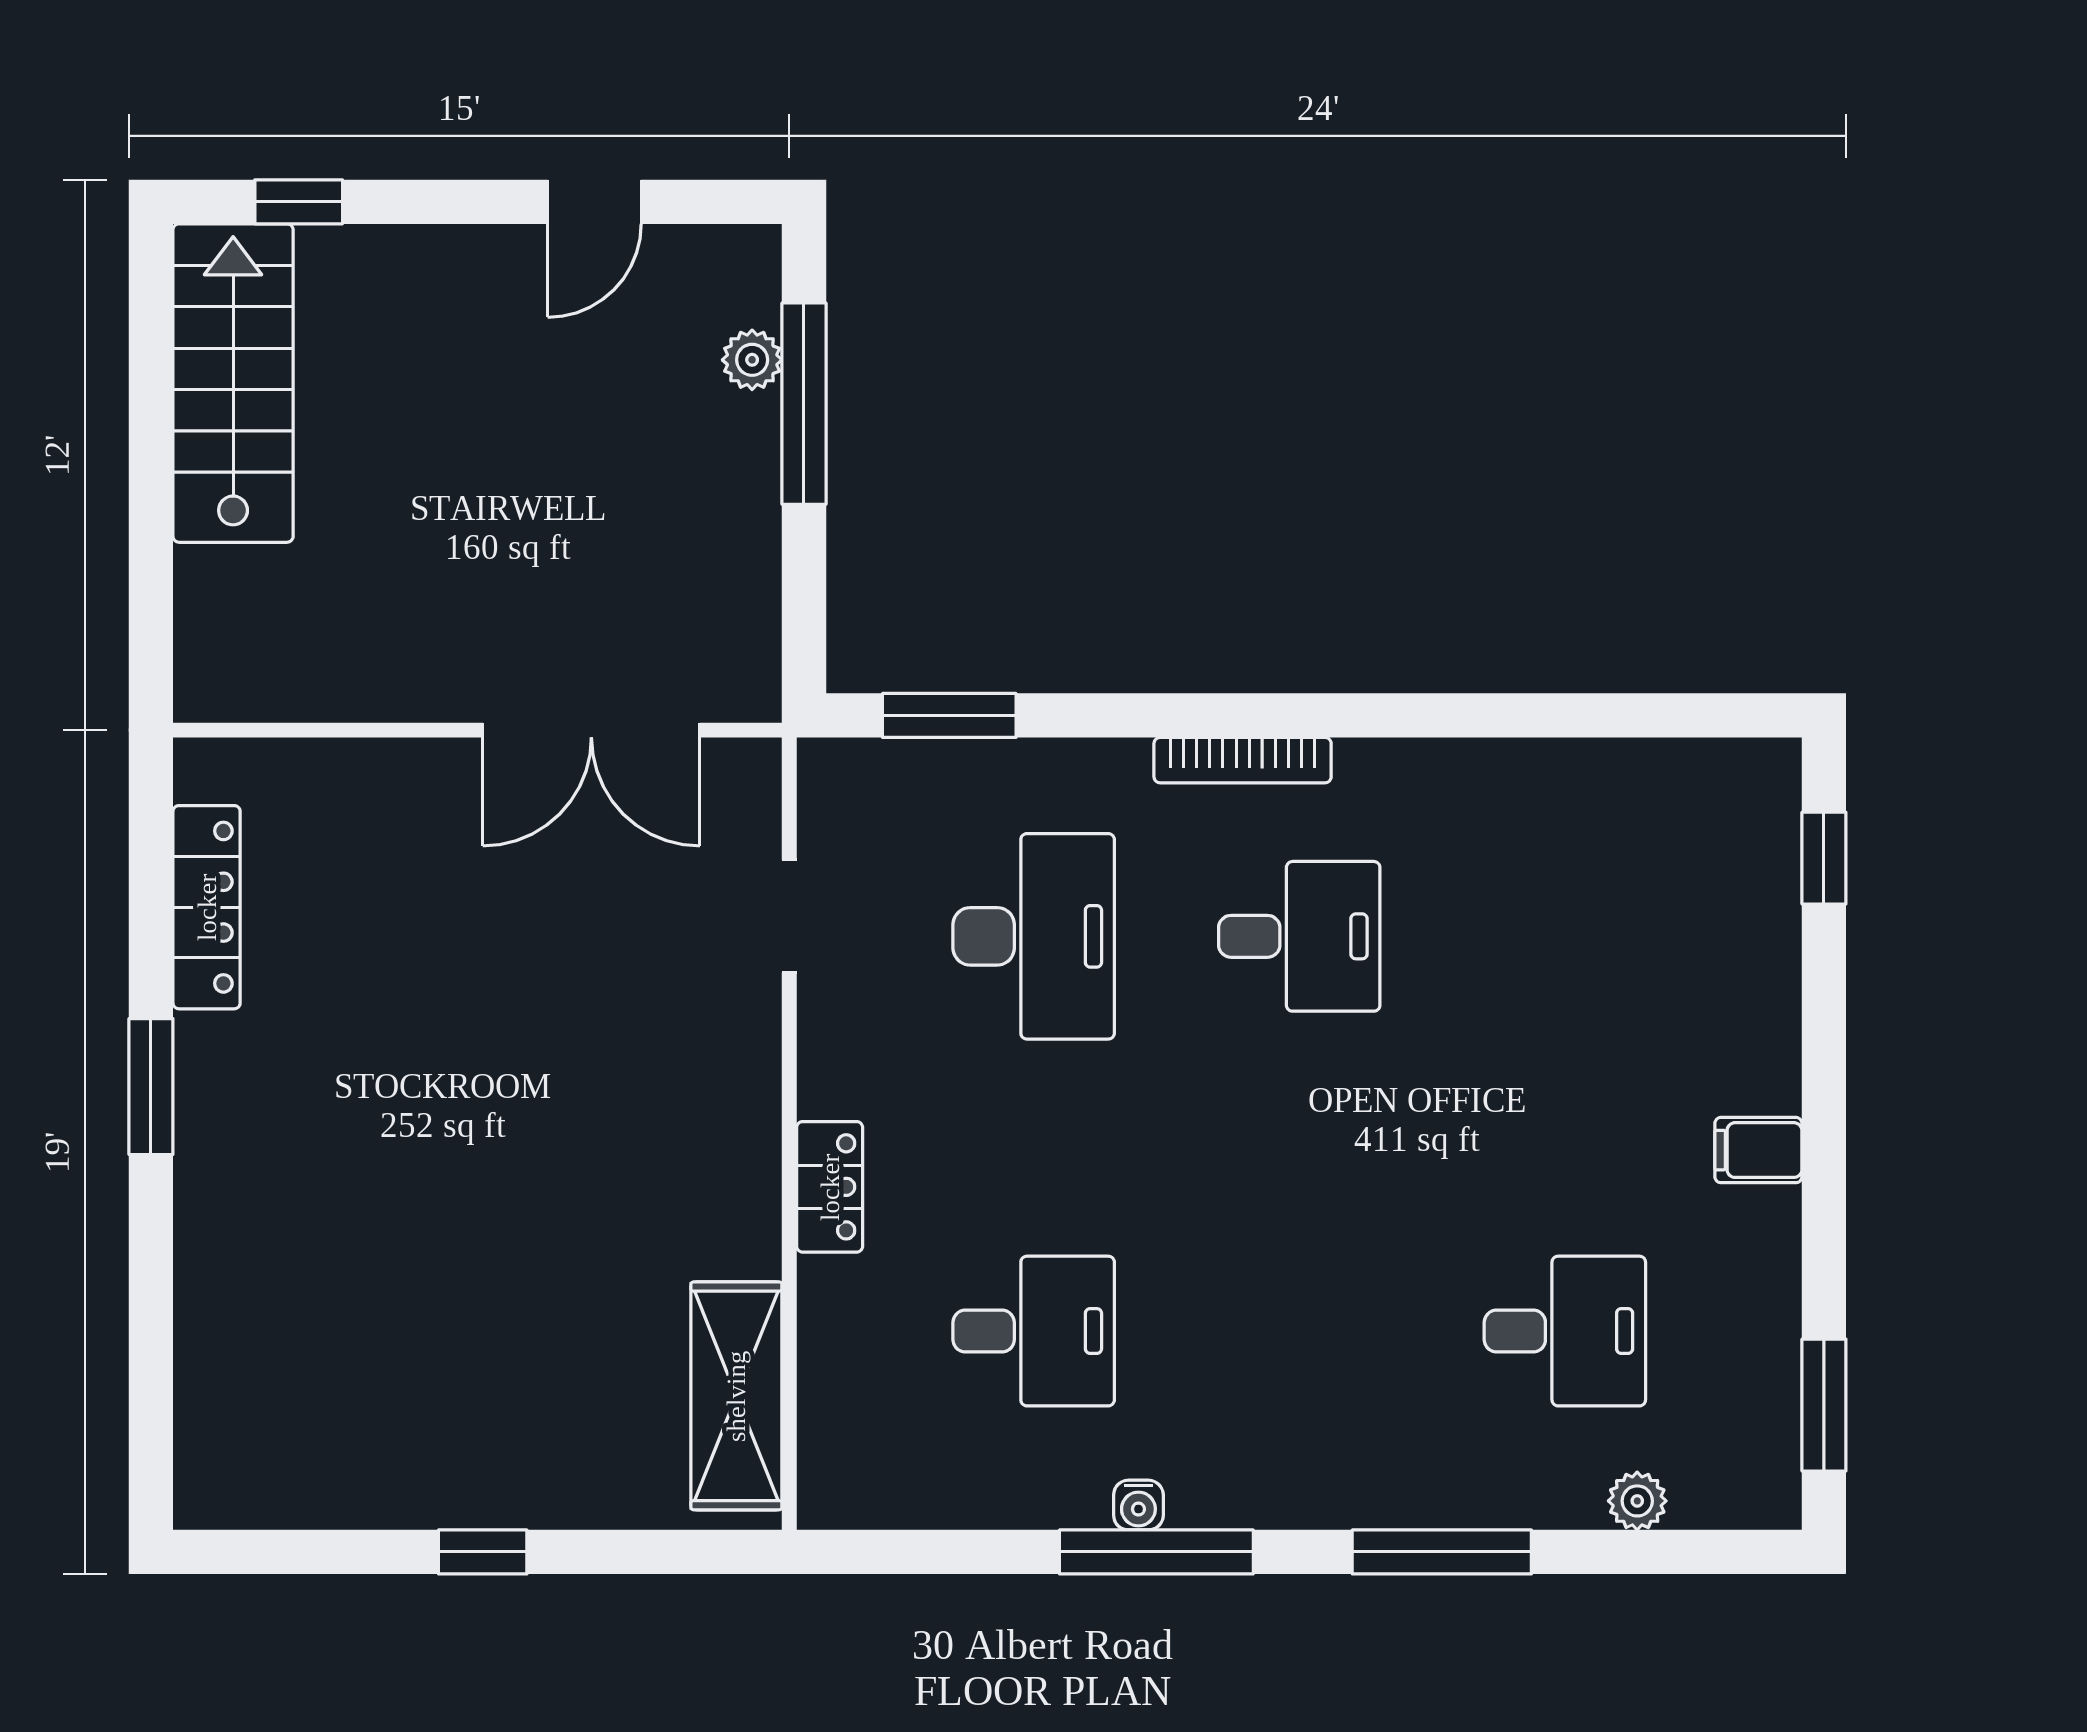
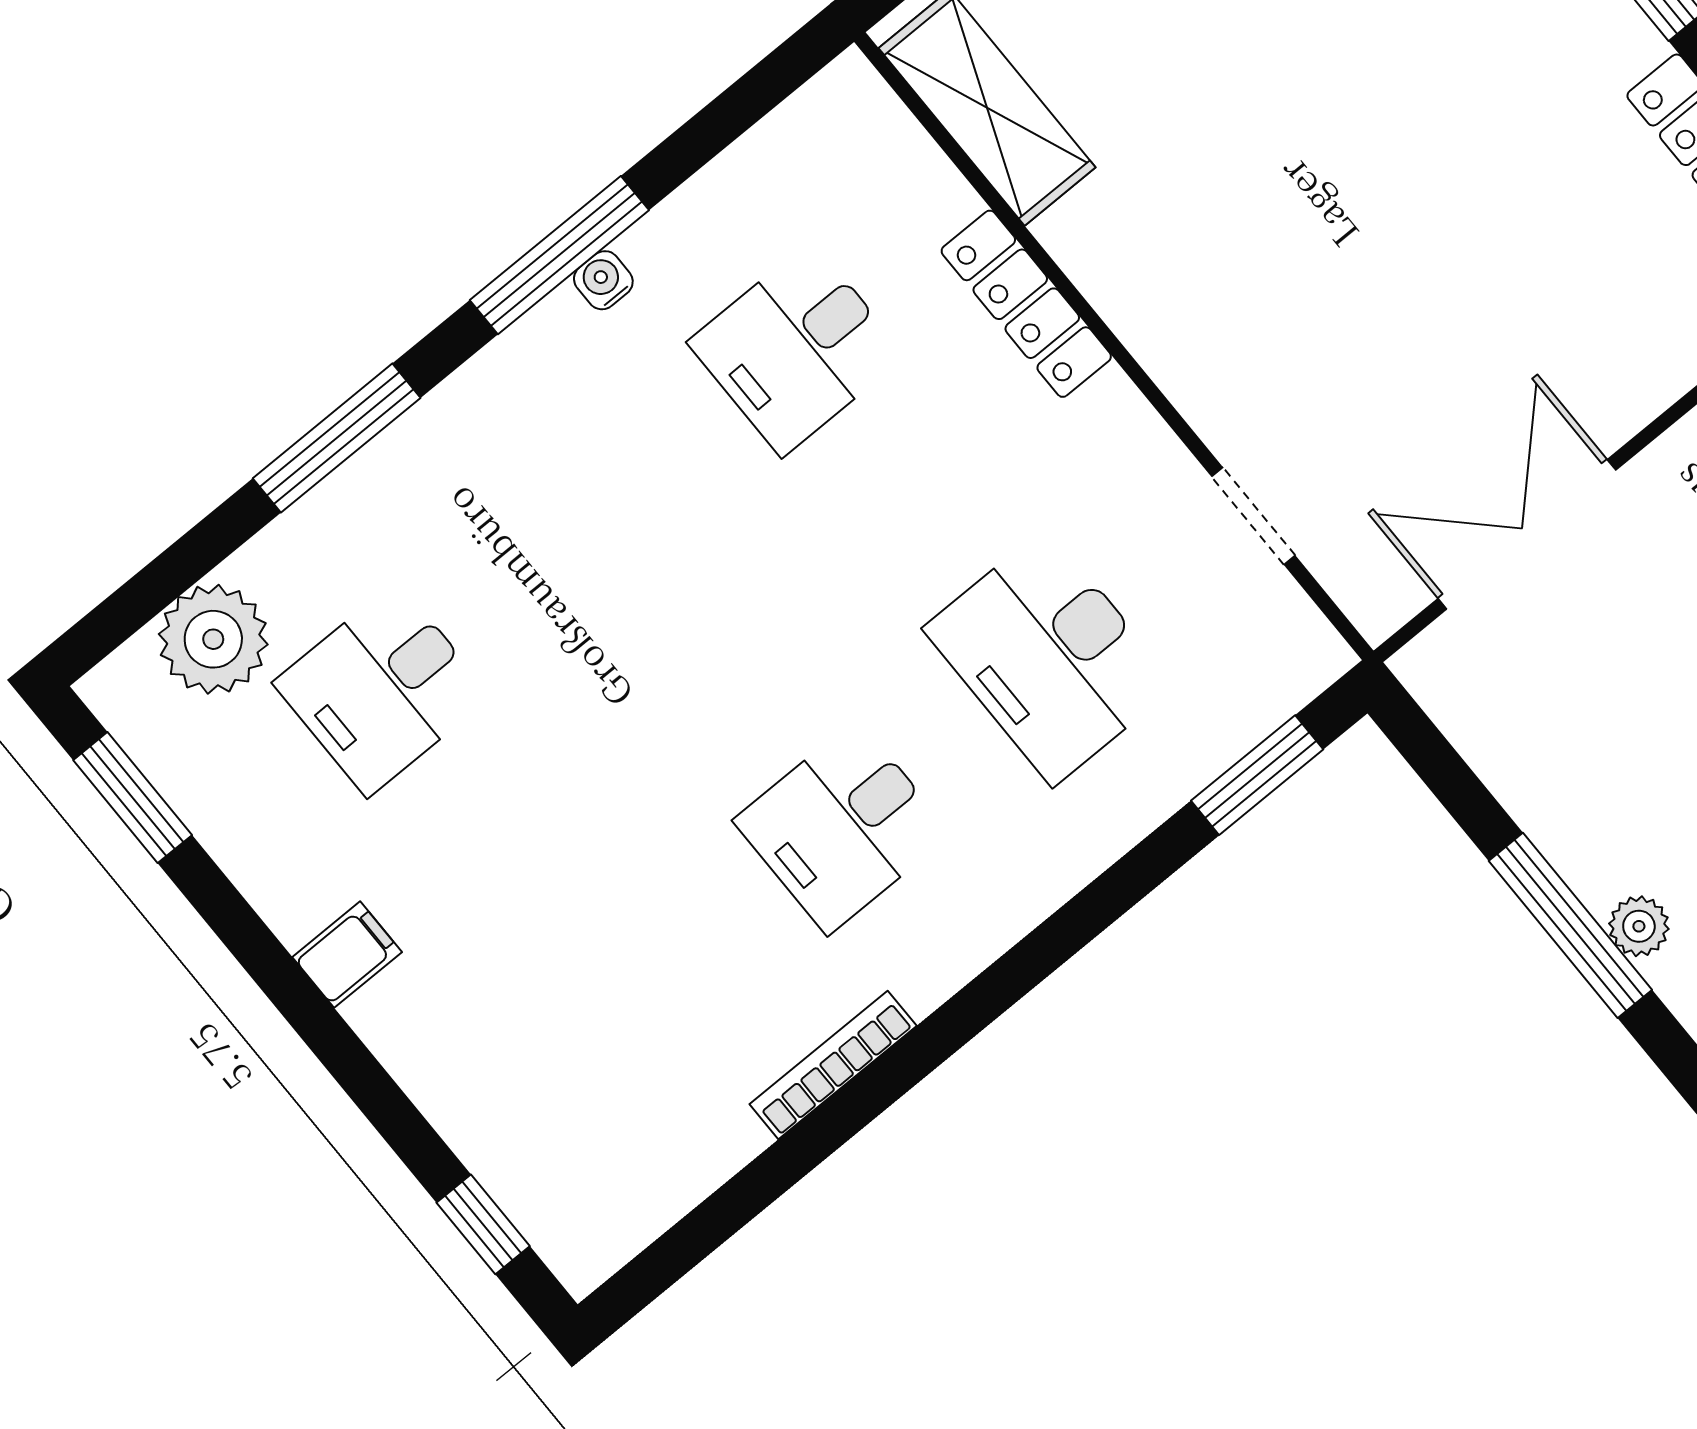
bookcase: (1243, 760) -> (833, 1065), moved
locker: (830, 1187) -> (1026, 304), width x1.53
plant: (1637, 1501) -> (213, 639), width x1.88, depth x1.88

